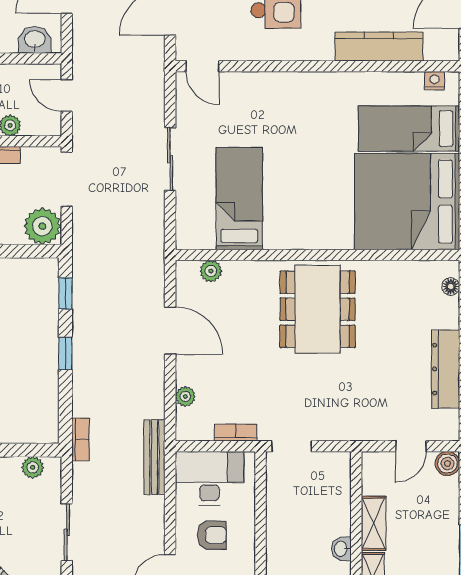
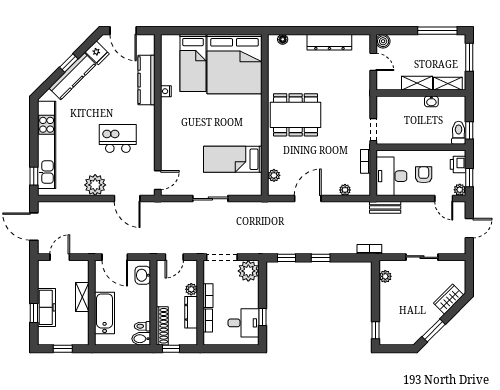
nightstand: (434, 81) -> (166, 91), moved
bench: (154, 457) -> (385, 207), width x0.73

